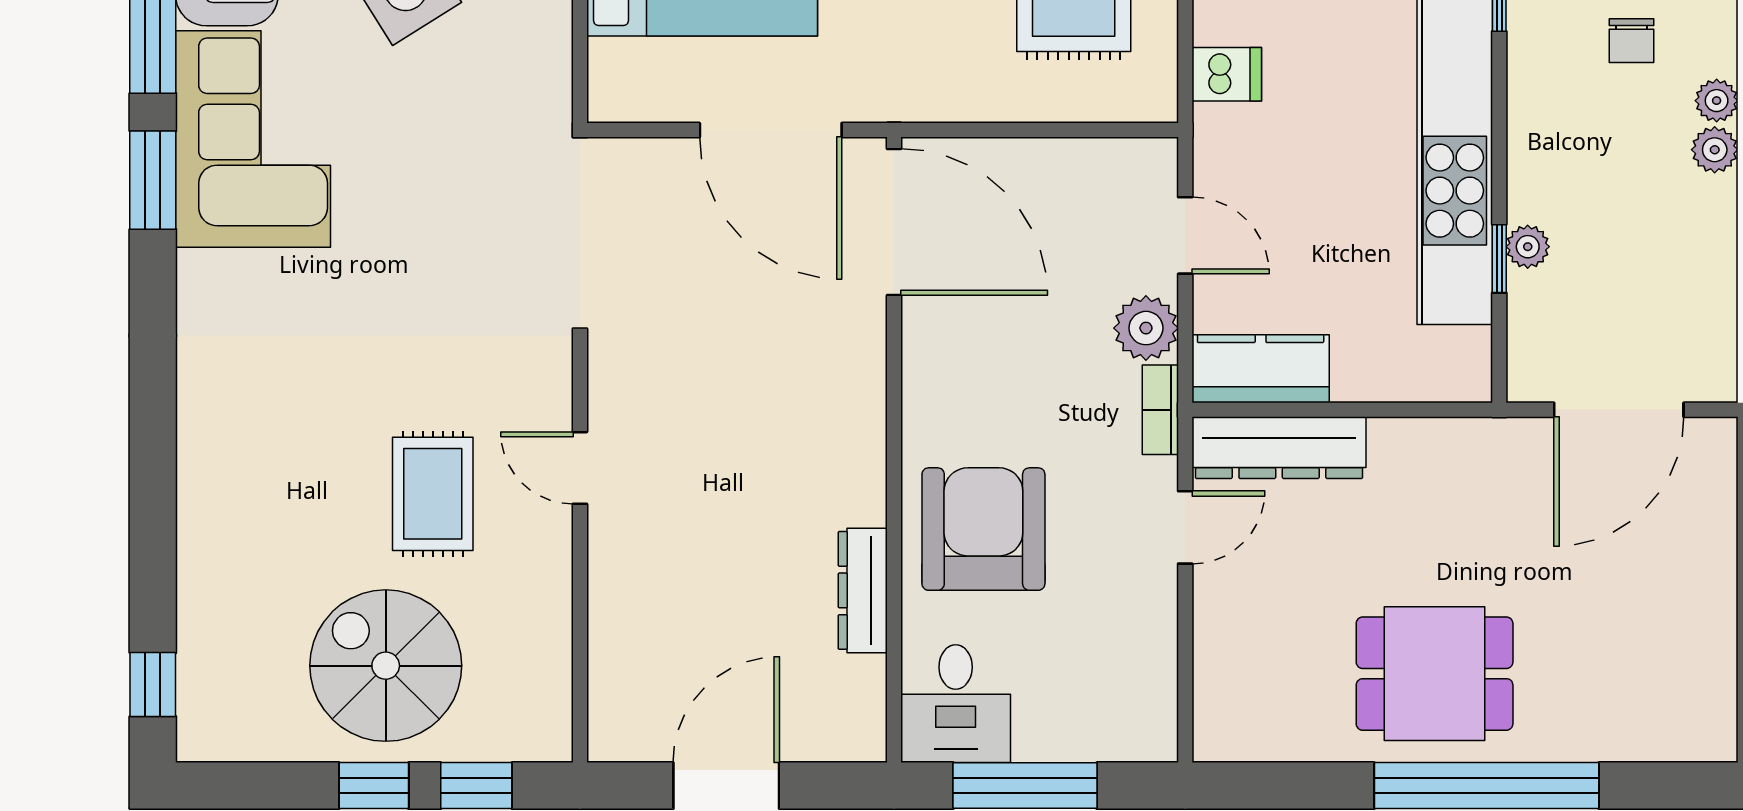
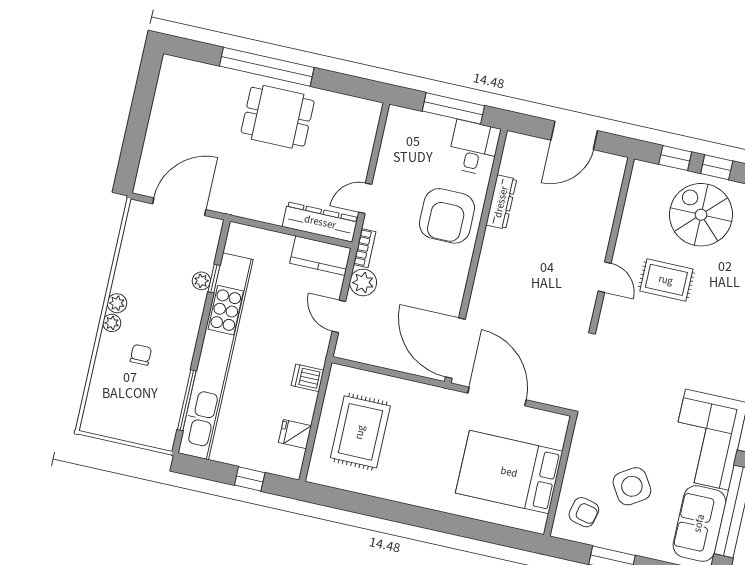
rug: (433, 494) -> (666, 280), turned 90
spiral stairs: (386, 666) -> (701, 215), turned 180

